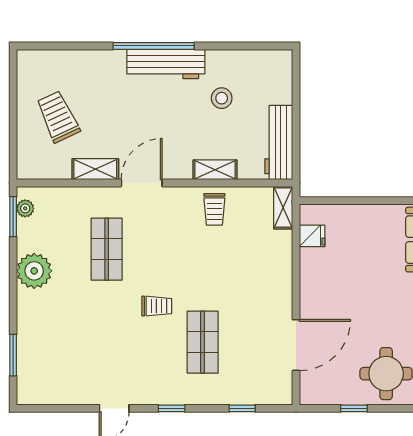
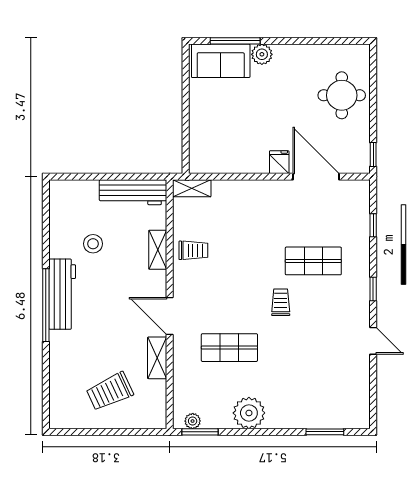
fridge: (312, 236) -> (279, 162), moved
window: (354, 408) -> (373, 154), moved

